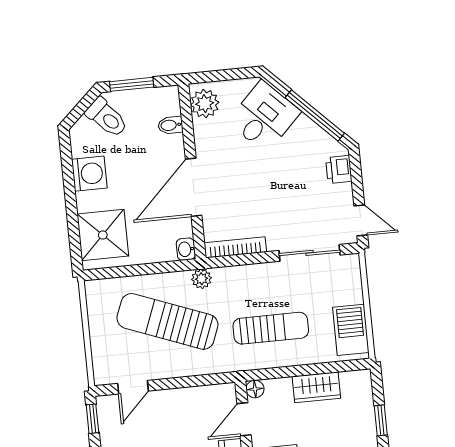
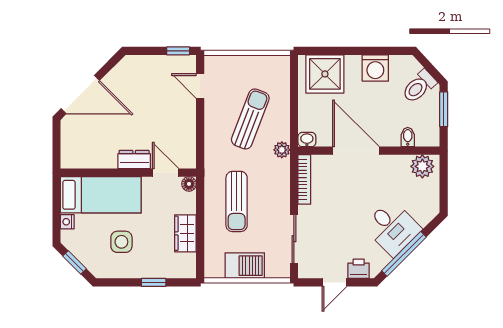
desk: (264, 117) -> (392, 228), moved
door: (361, 220) -> (334, 282), moved
sun lounger: (167, 321) -> (250, 119), width x0.73, depth x0.75
barbecue: (351, 330) -> (245, 266), moved

